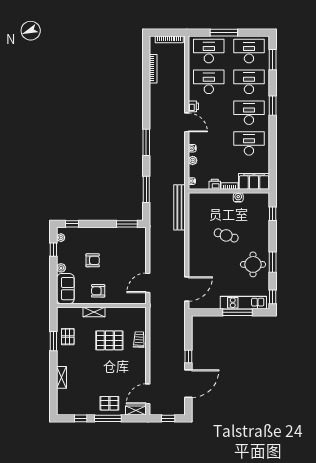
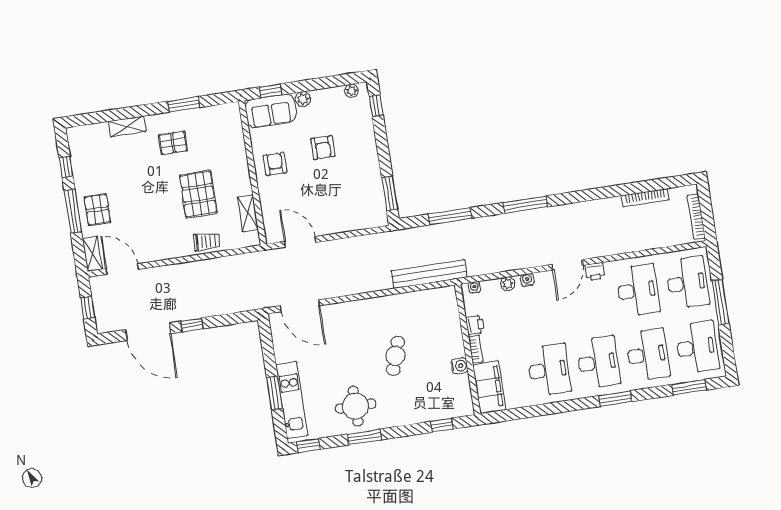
window: (53, 250) -> (270, 91), moved
shelving: (94, 312) -> (248, 213), moved
window: (238, 312) -> (275, 393), width x0.69
pallet: (68, 337) -> (173, 143), moved

